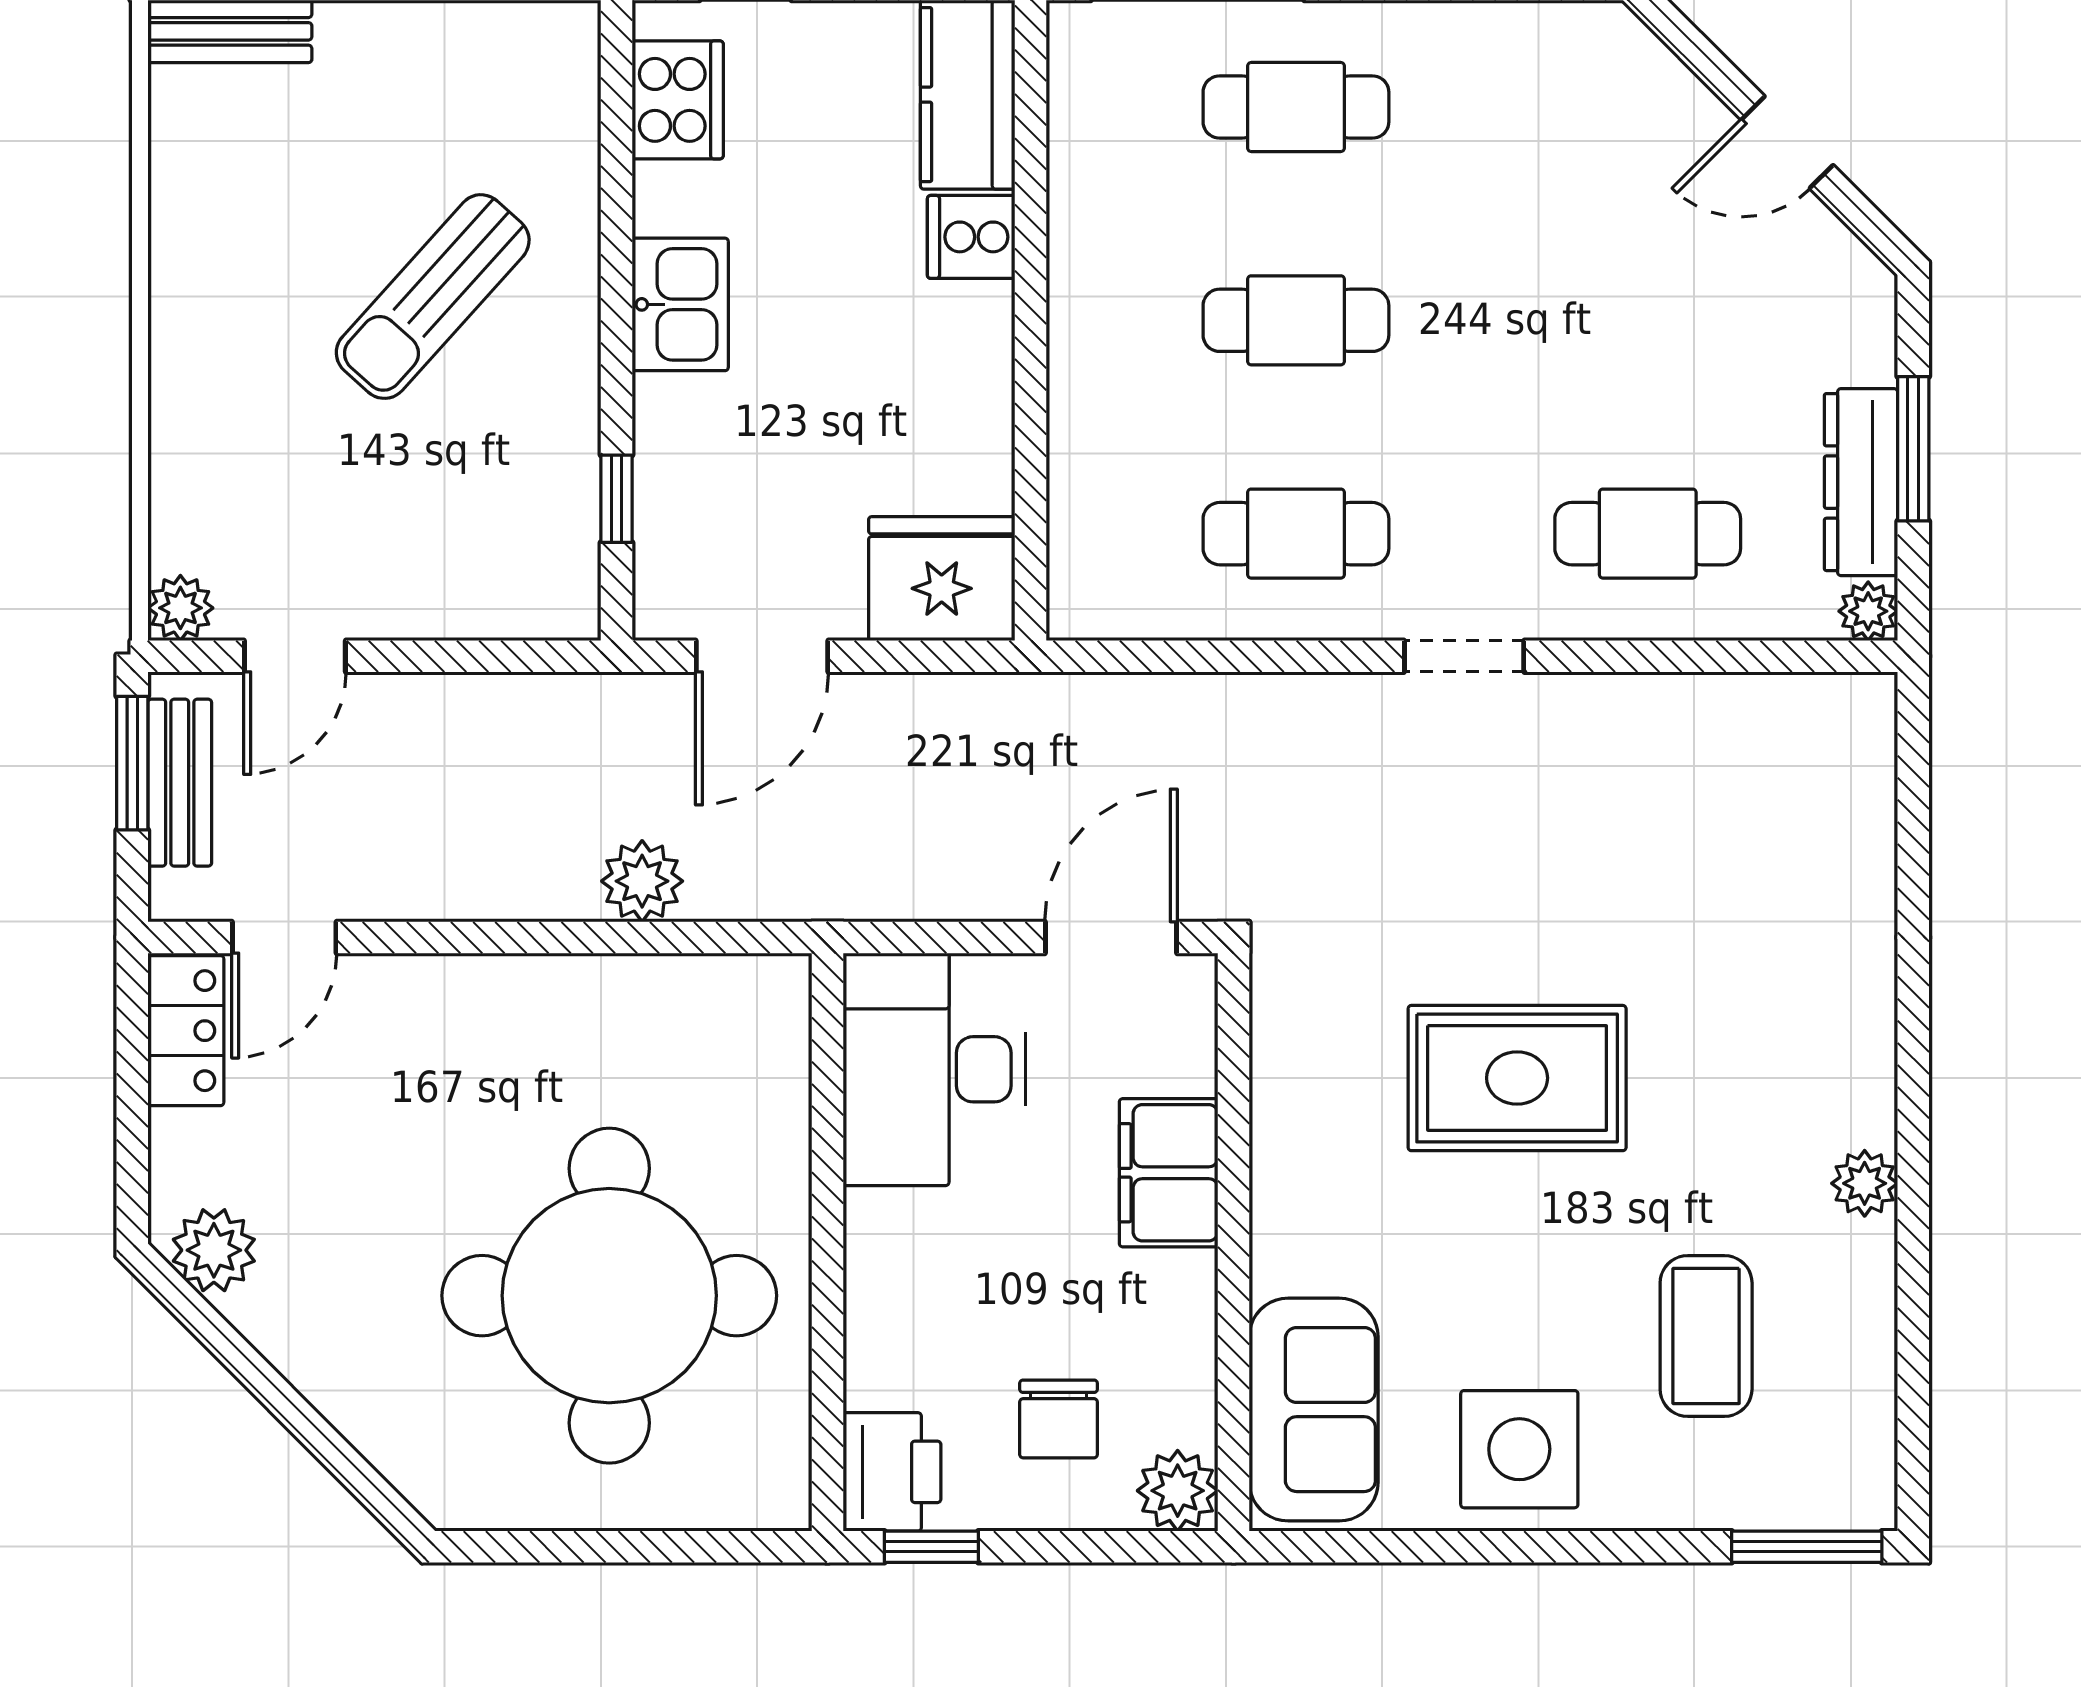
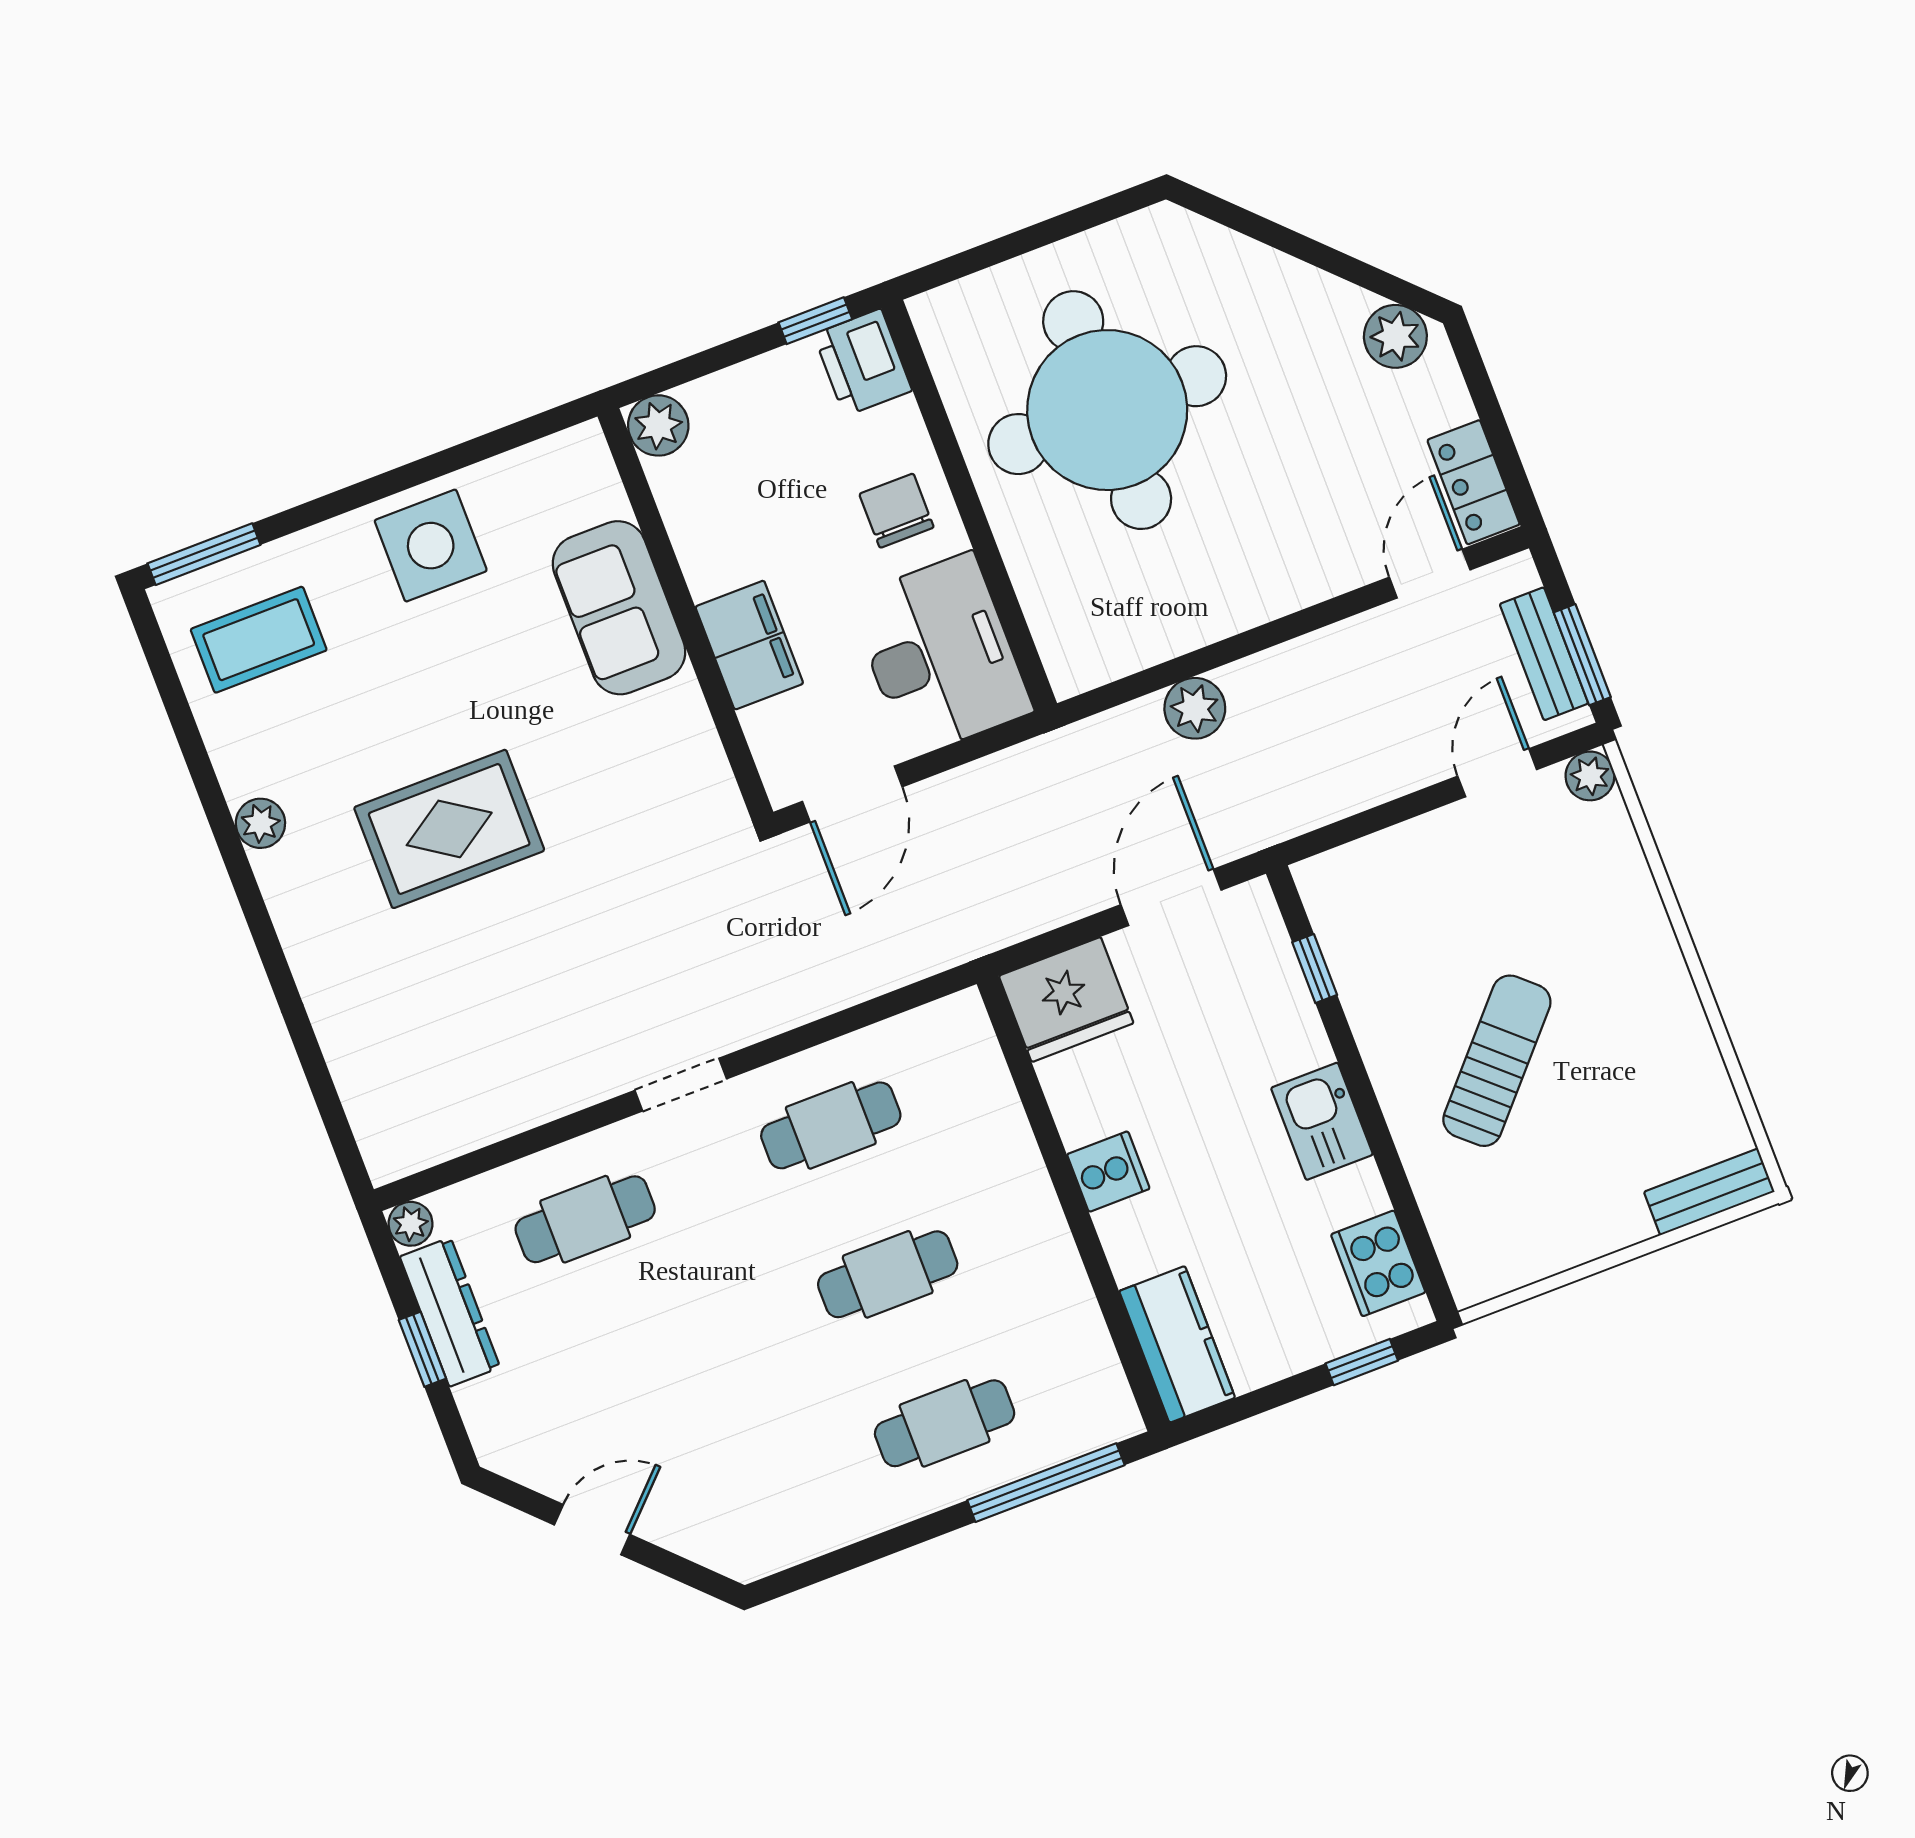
cooker: (971, 237) -> (1108, 1172), moved
window: (1913, 449) -> (422, 1349), width x0.67
rug: (1517, 1078) -> (449, 829), moved
coffee table: (1706, 1336) -> (259, 640), moved, turned 90
sofa: (1314, 1410) -> (619, 608), moved
chair: (1059, 1419) -> (897, 511), moved

